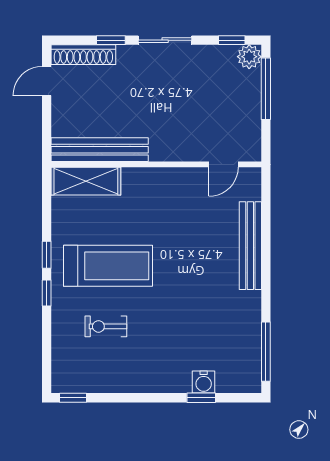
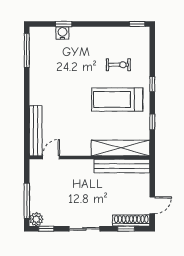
window: (111, 40) -> (126, 229), moved
shelving: (86, 181) -> (120, 148), width x1.47
bench: (250, 246) -> (36, 131), moved
window: (47, 255) -> (152, 122), moved

